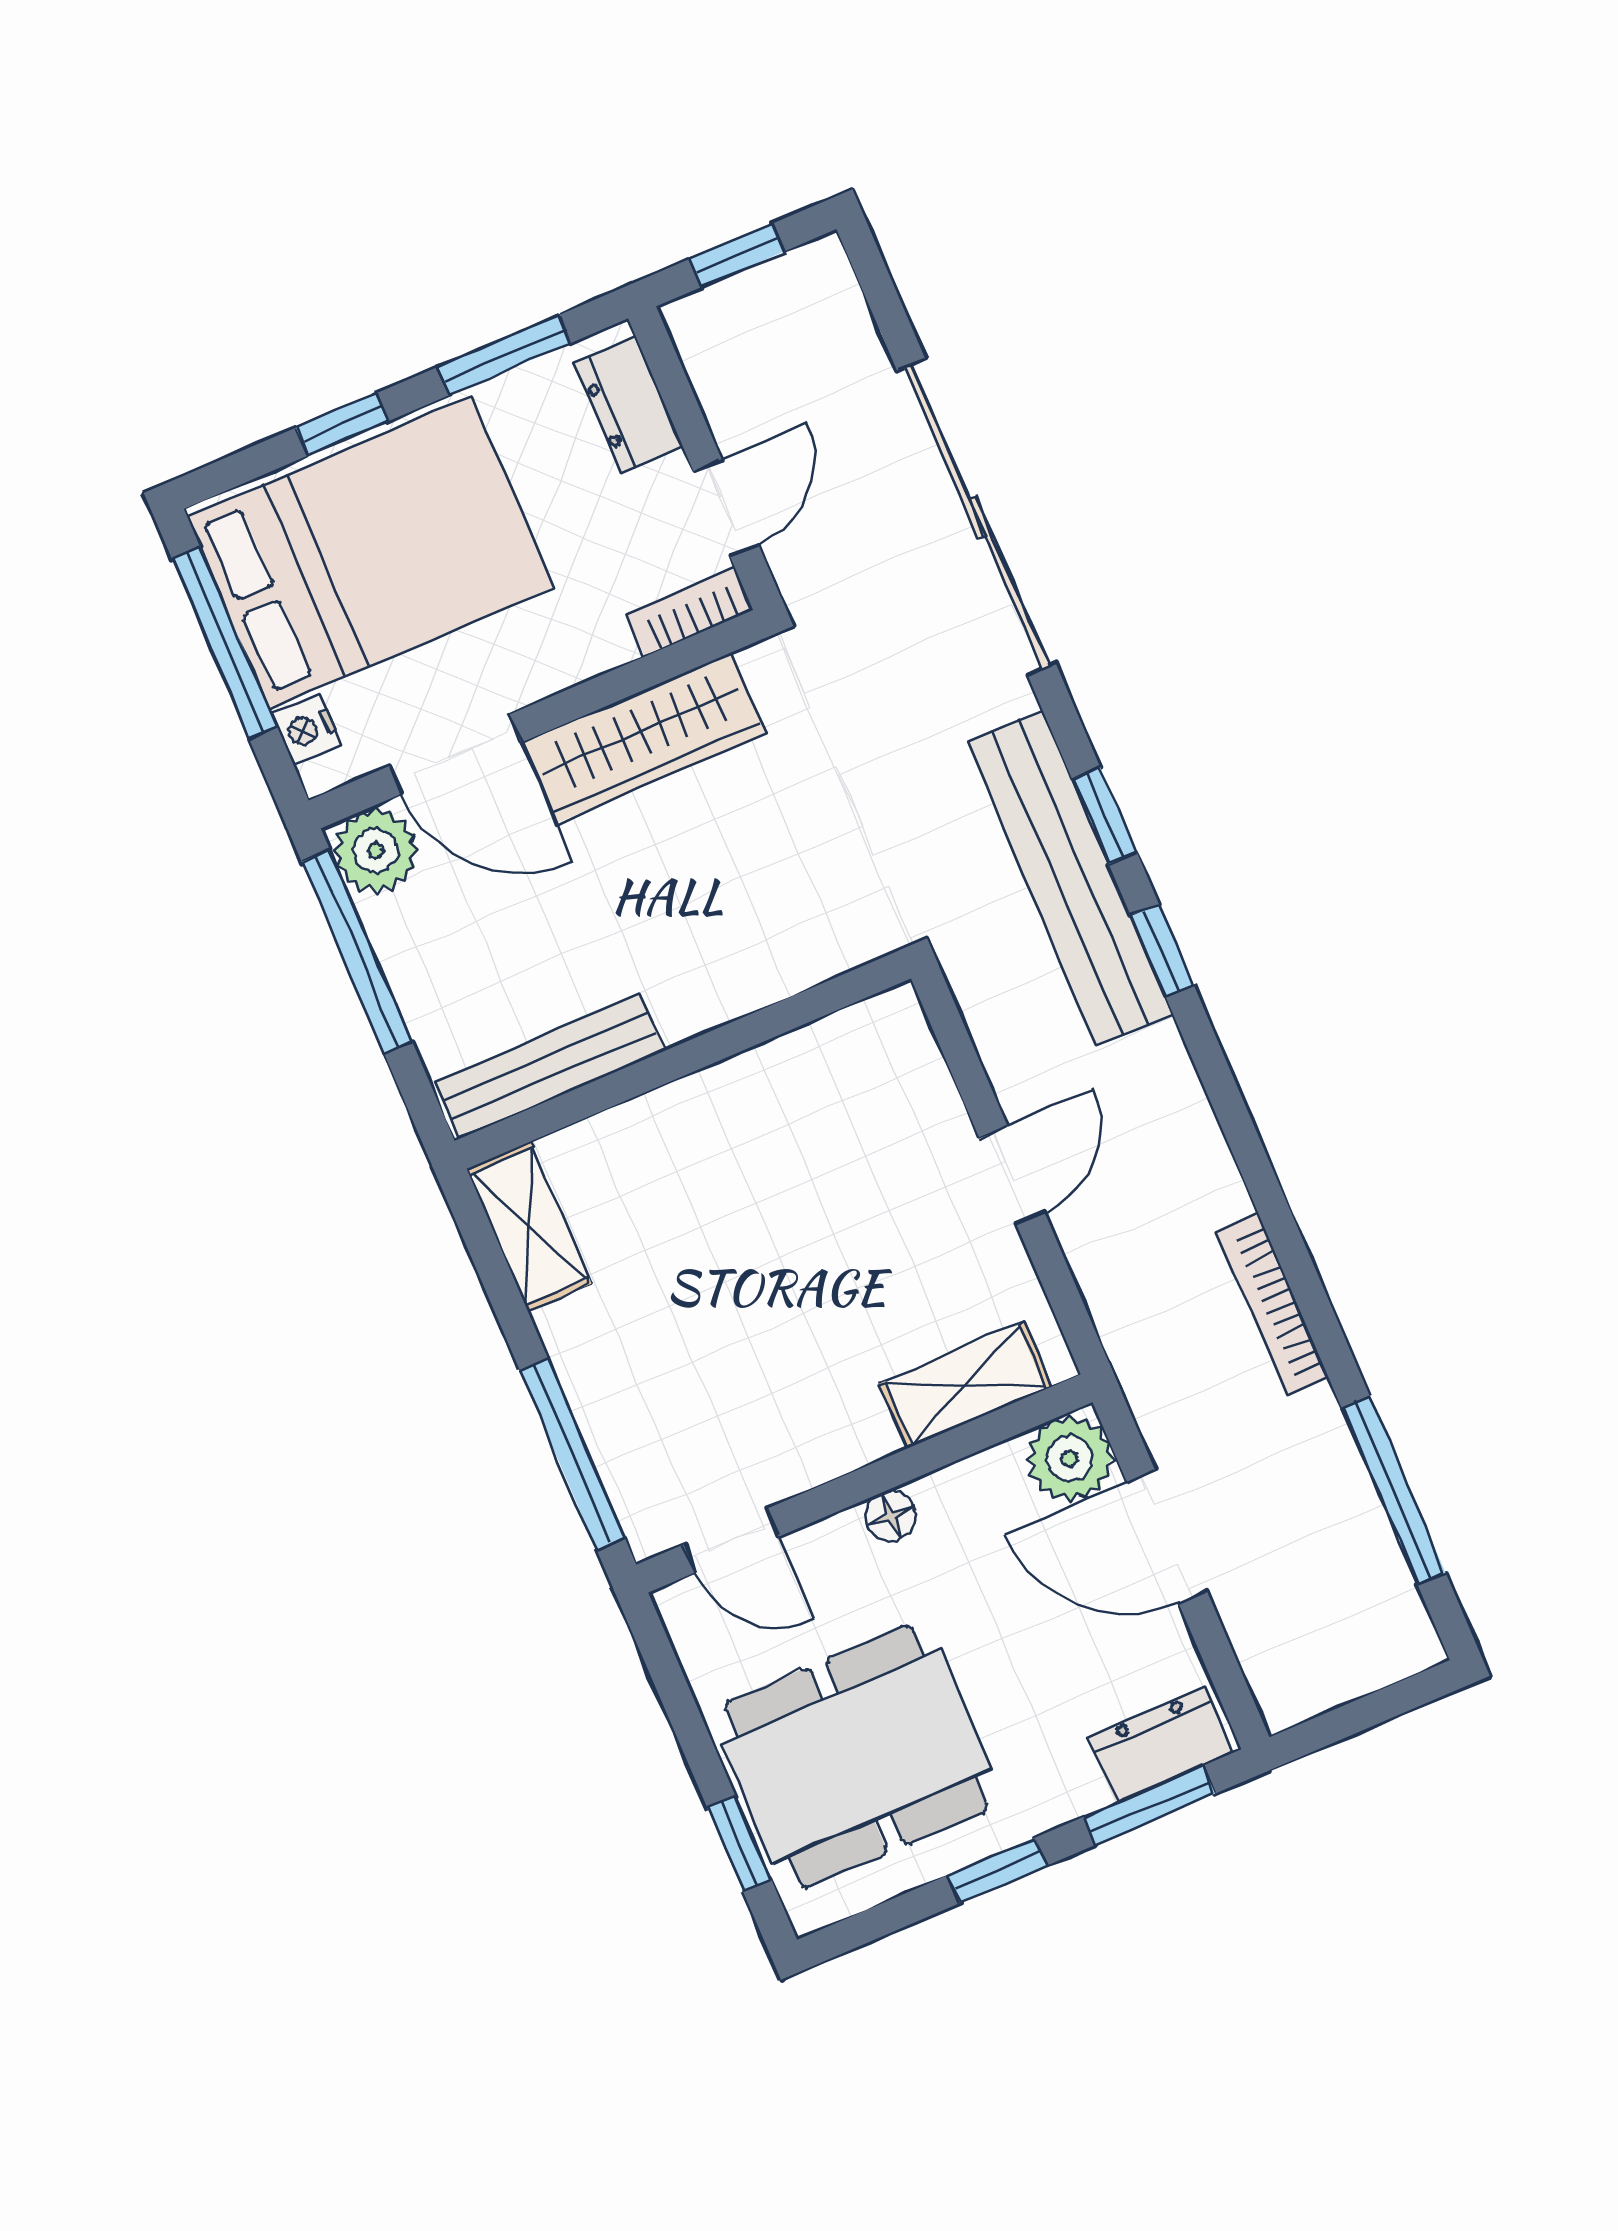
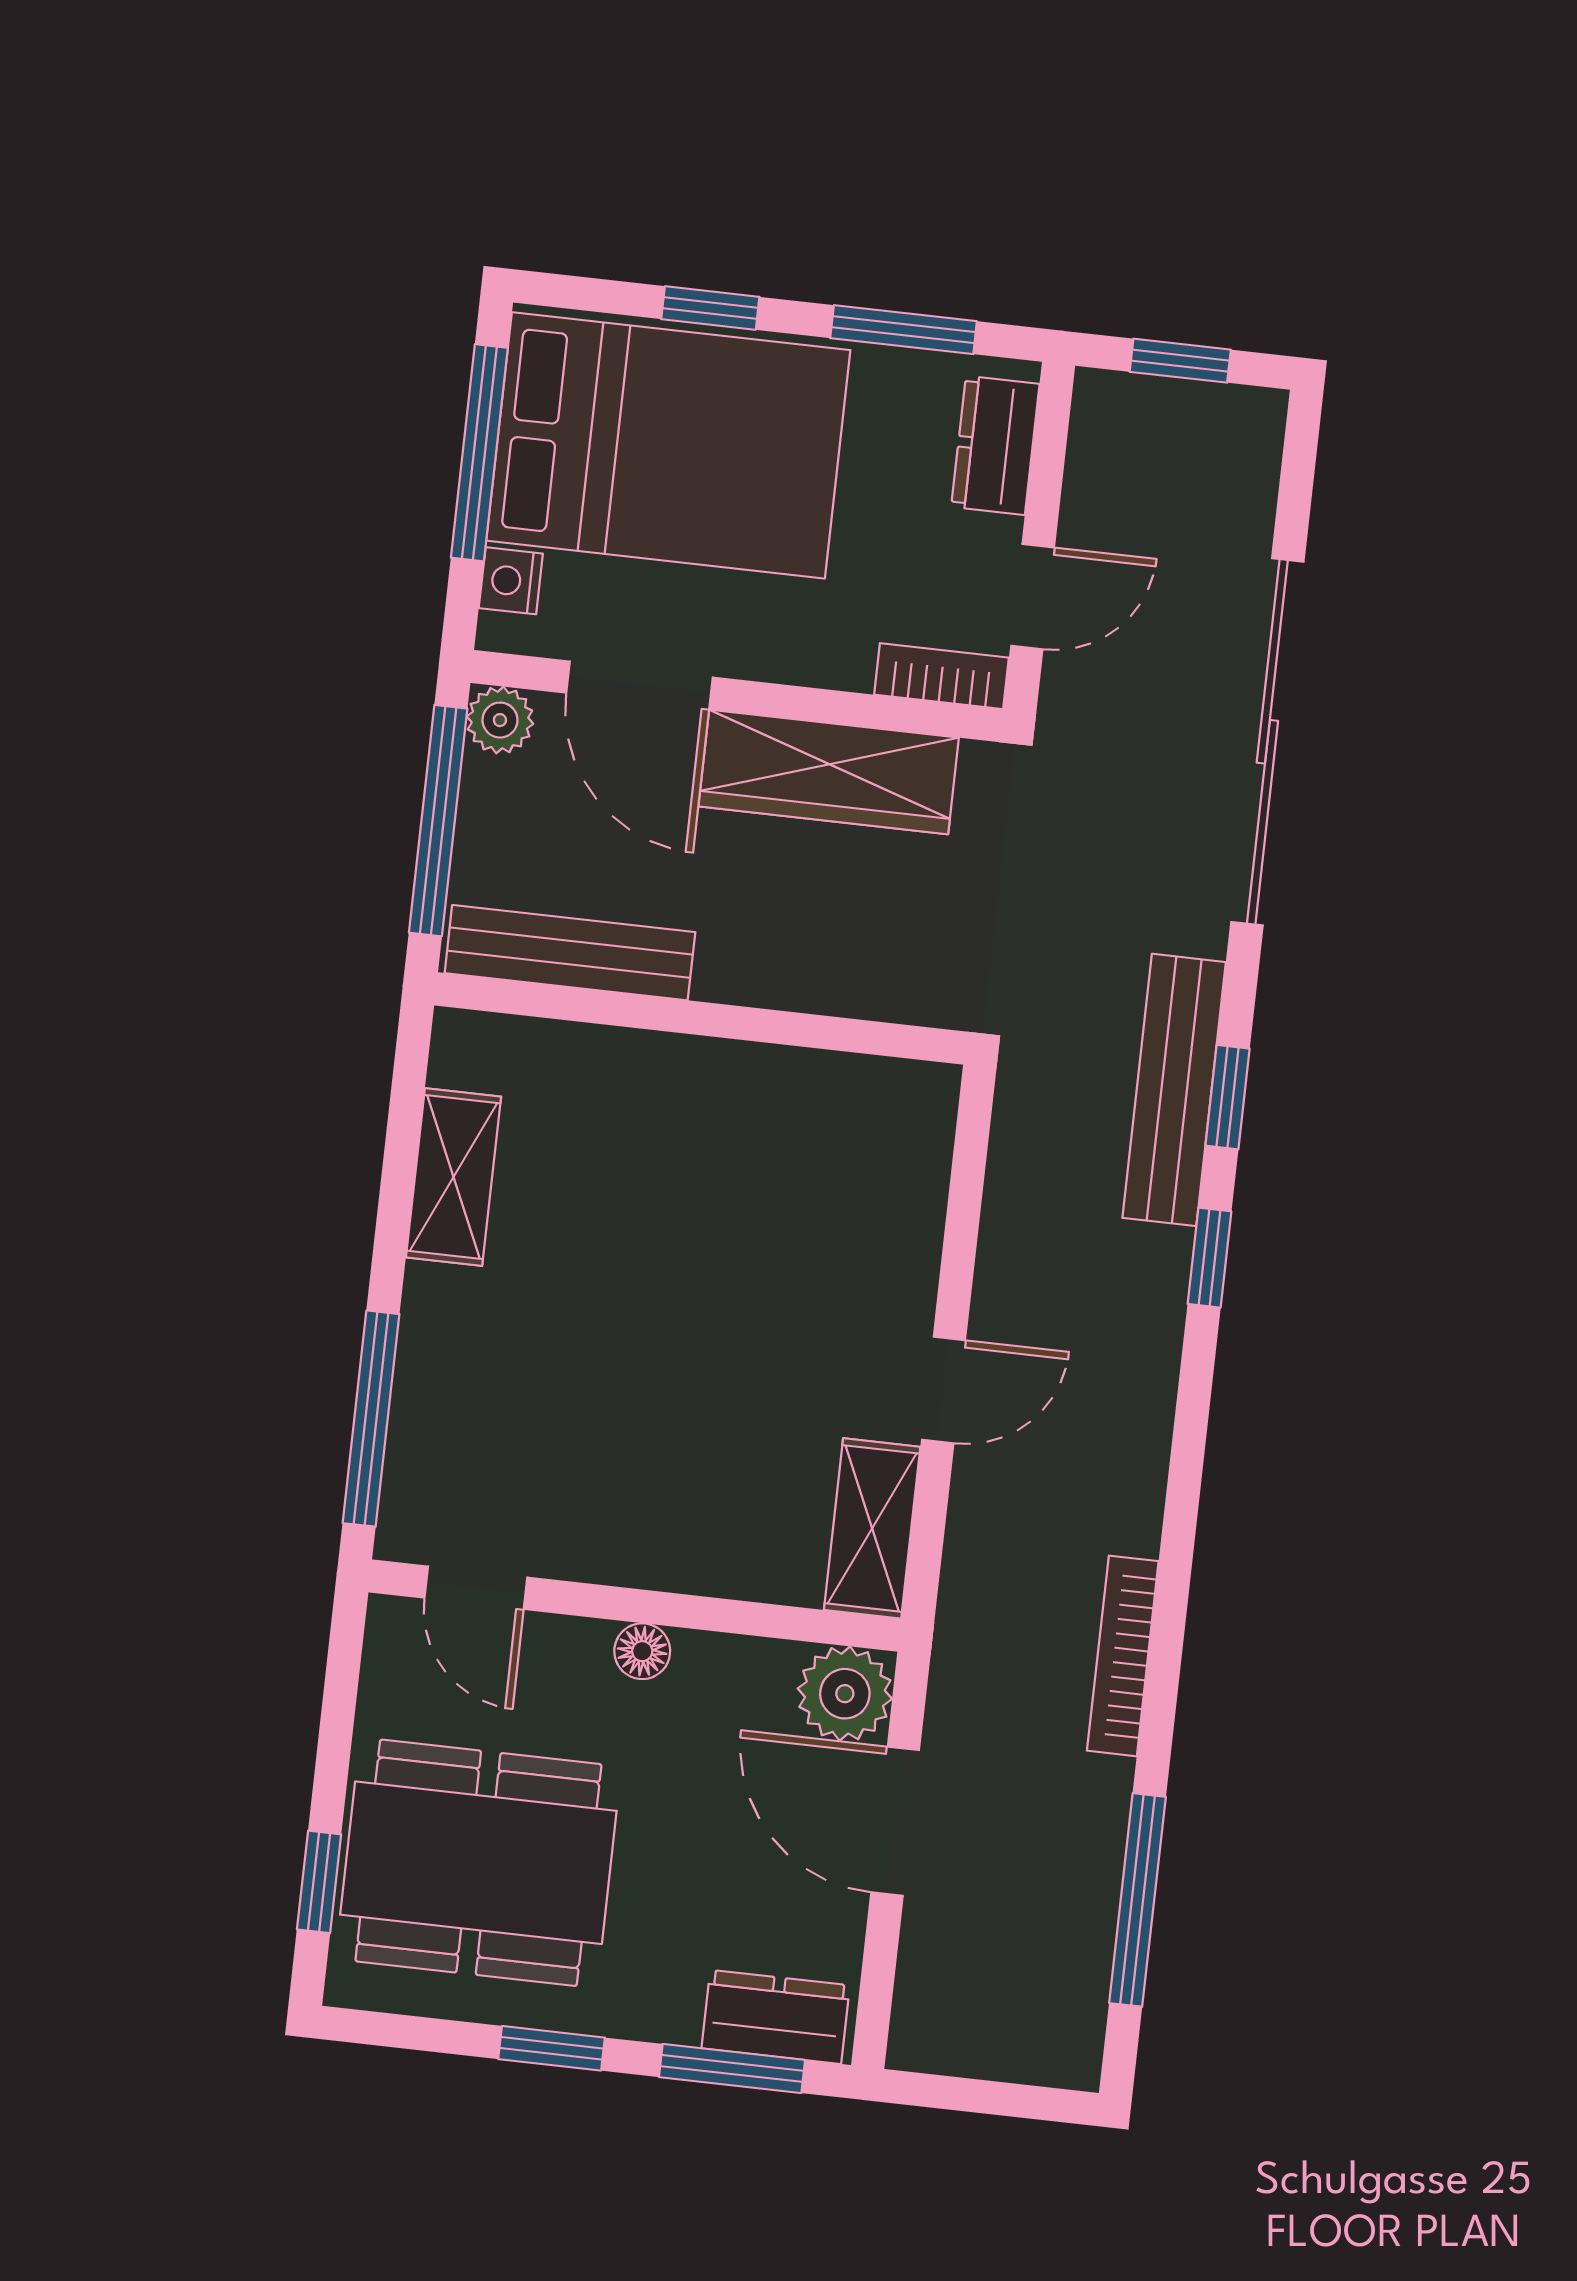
plant: (376, 850) -> (500, 720), width x0.73, depth x0.73
bench: (1070, 878) -> (1174, 1090), width x0.73, depth x0.82
wall: (683, 1060) -> (701, 1018), moved
bench: (550, 1066) -> (570, 953), moved
shelving: (965, 1385) -> (872, 1528), moved, turned 90

